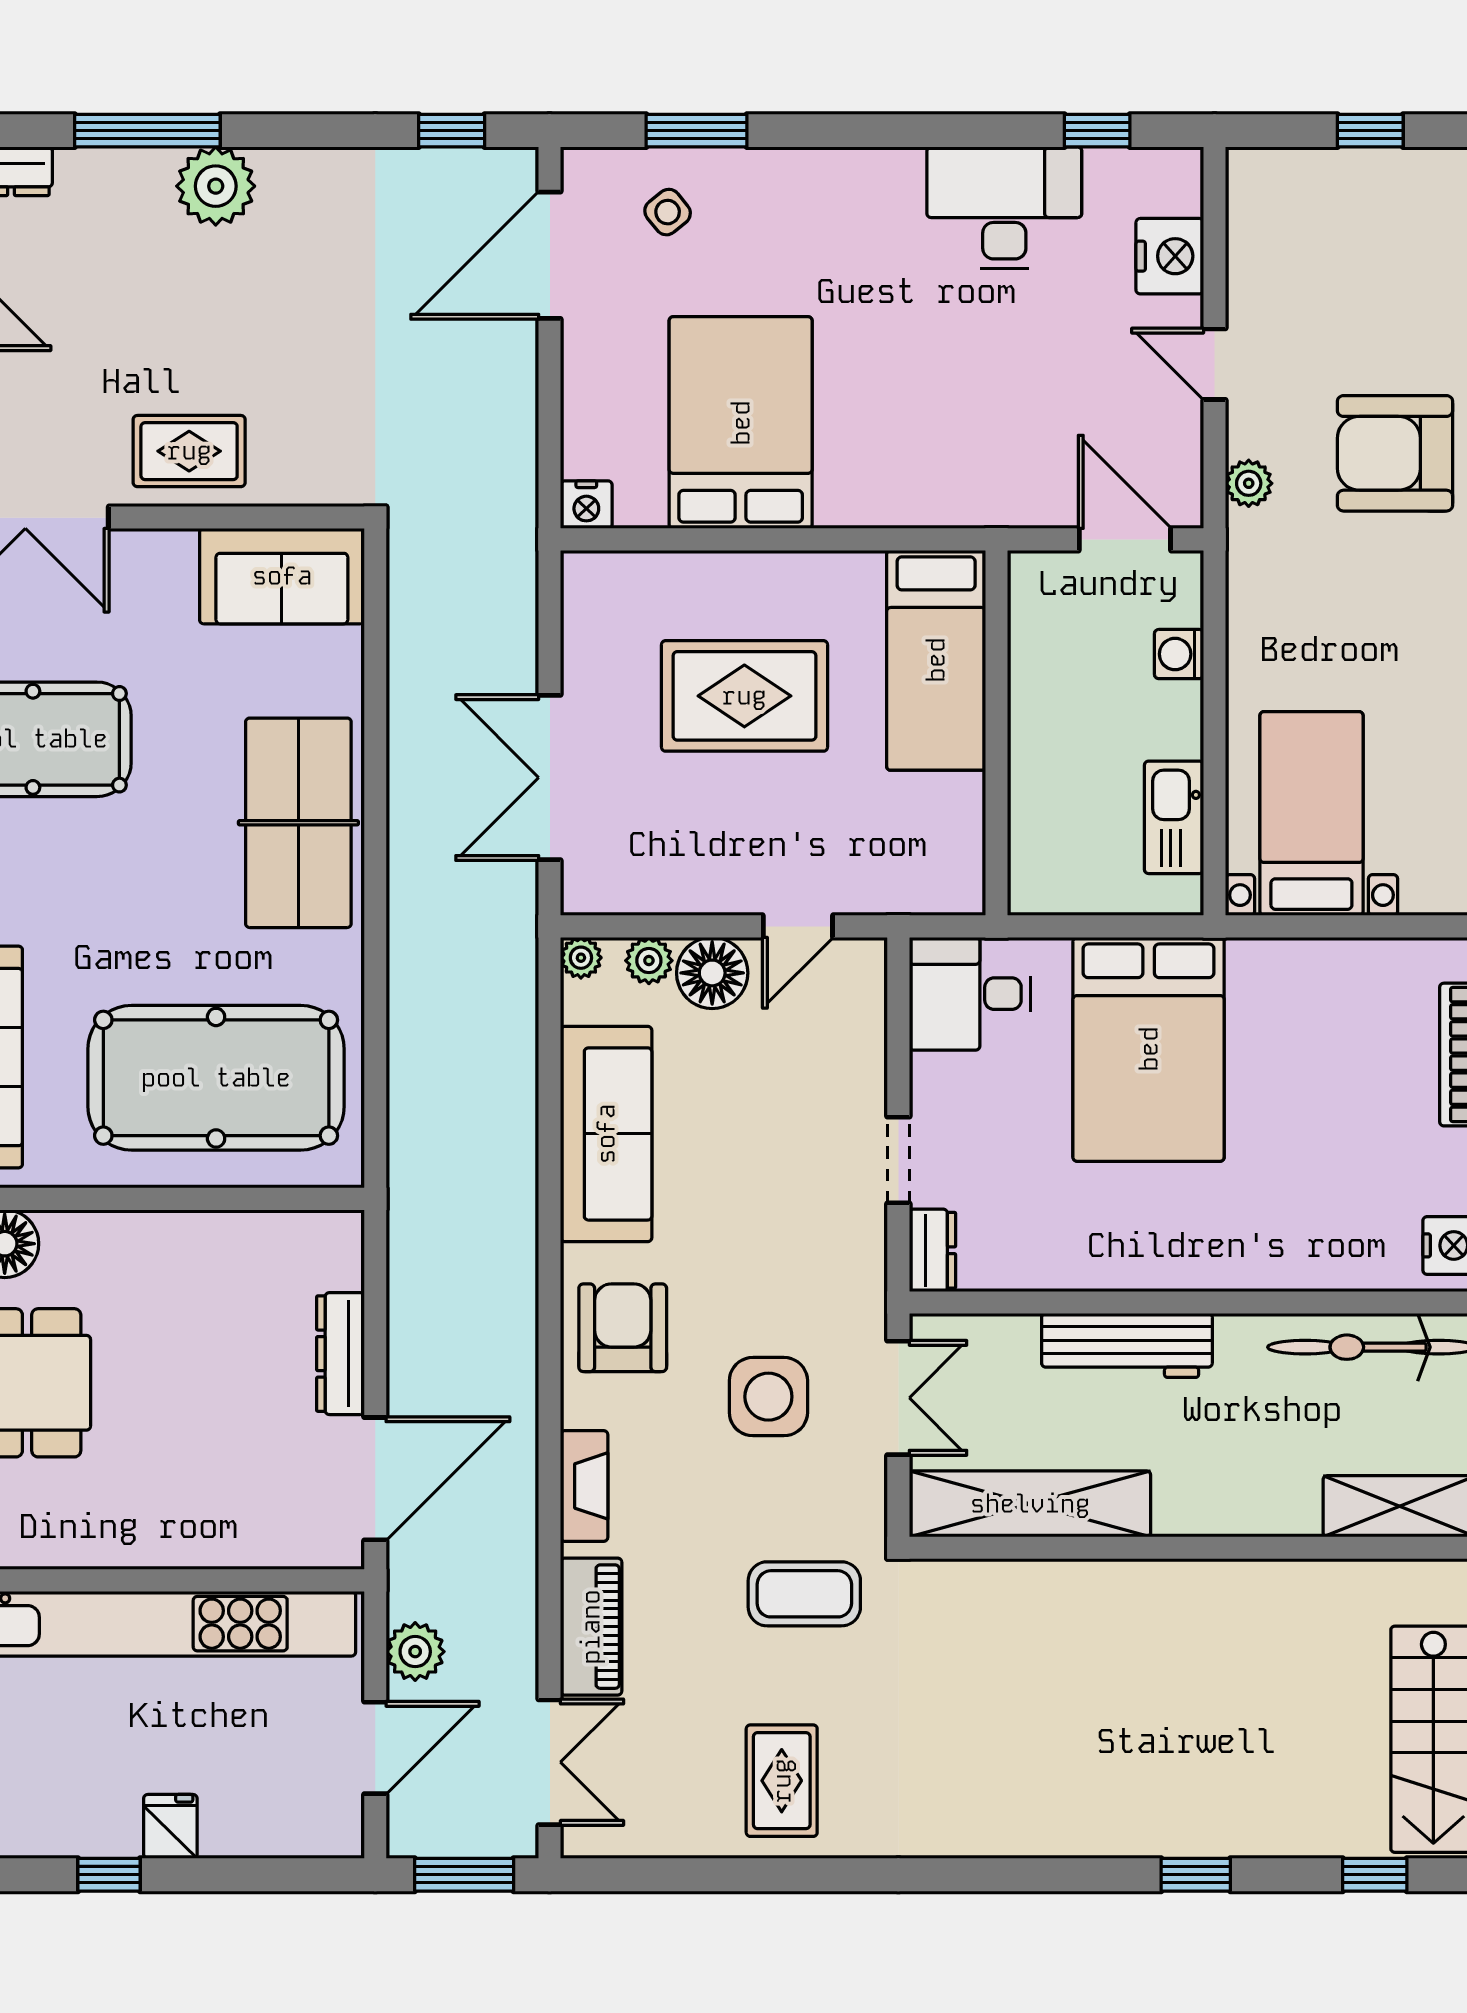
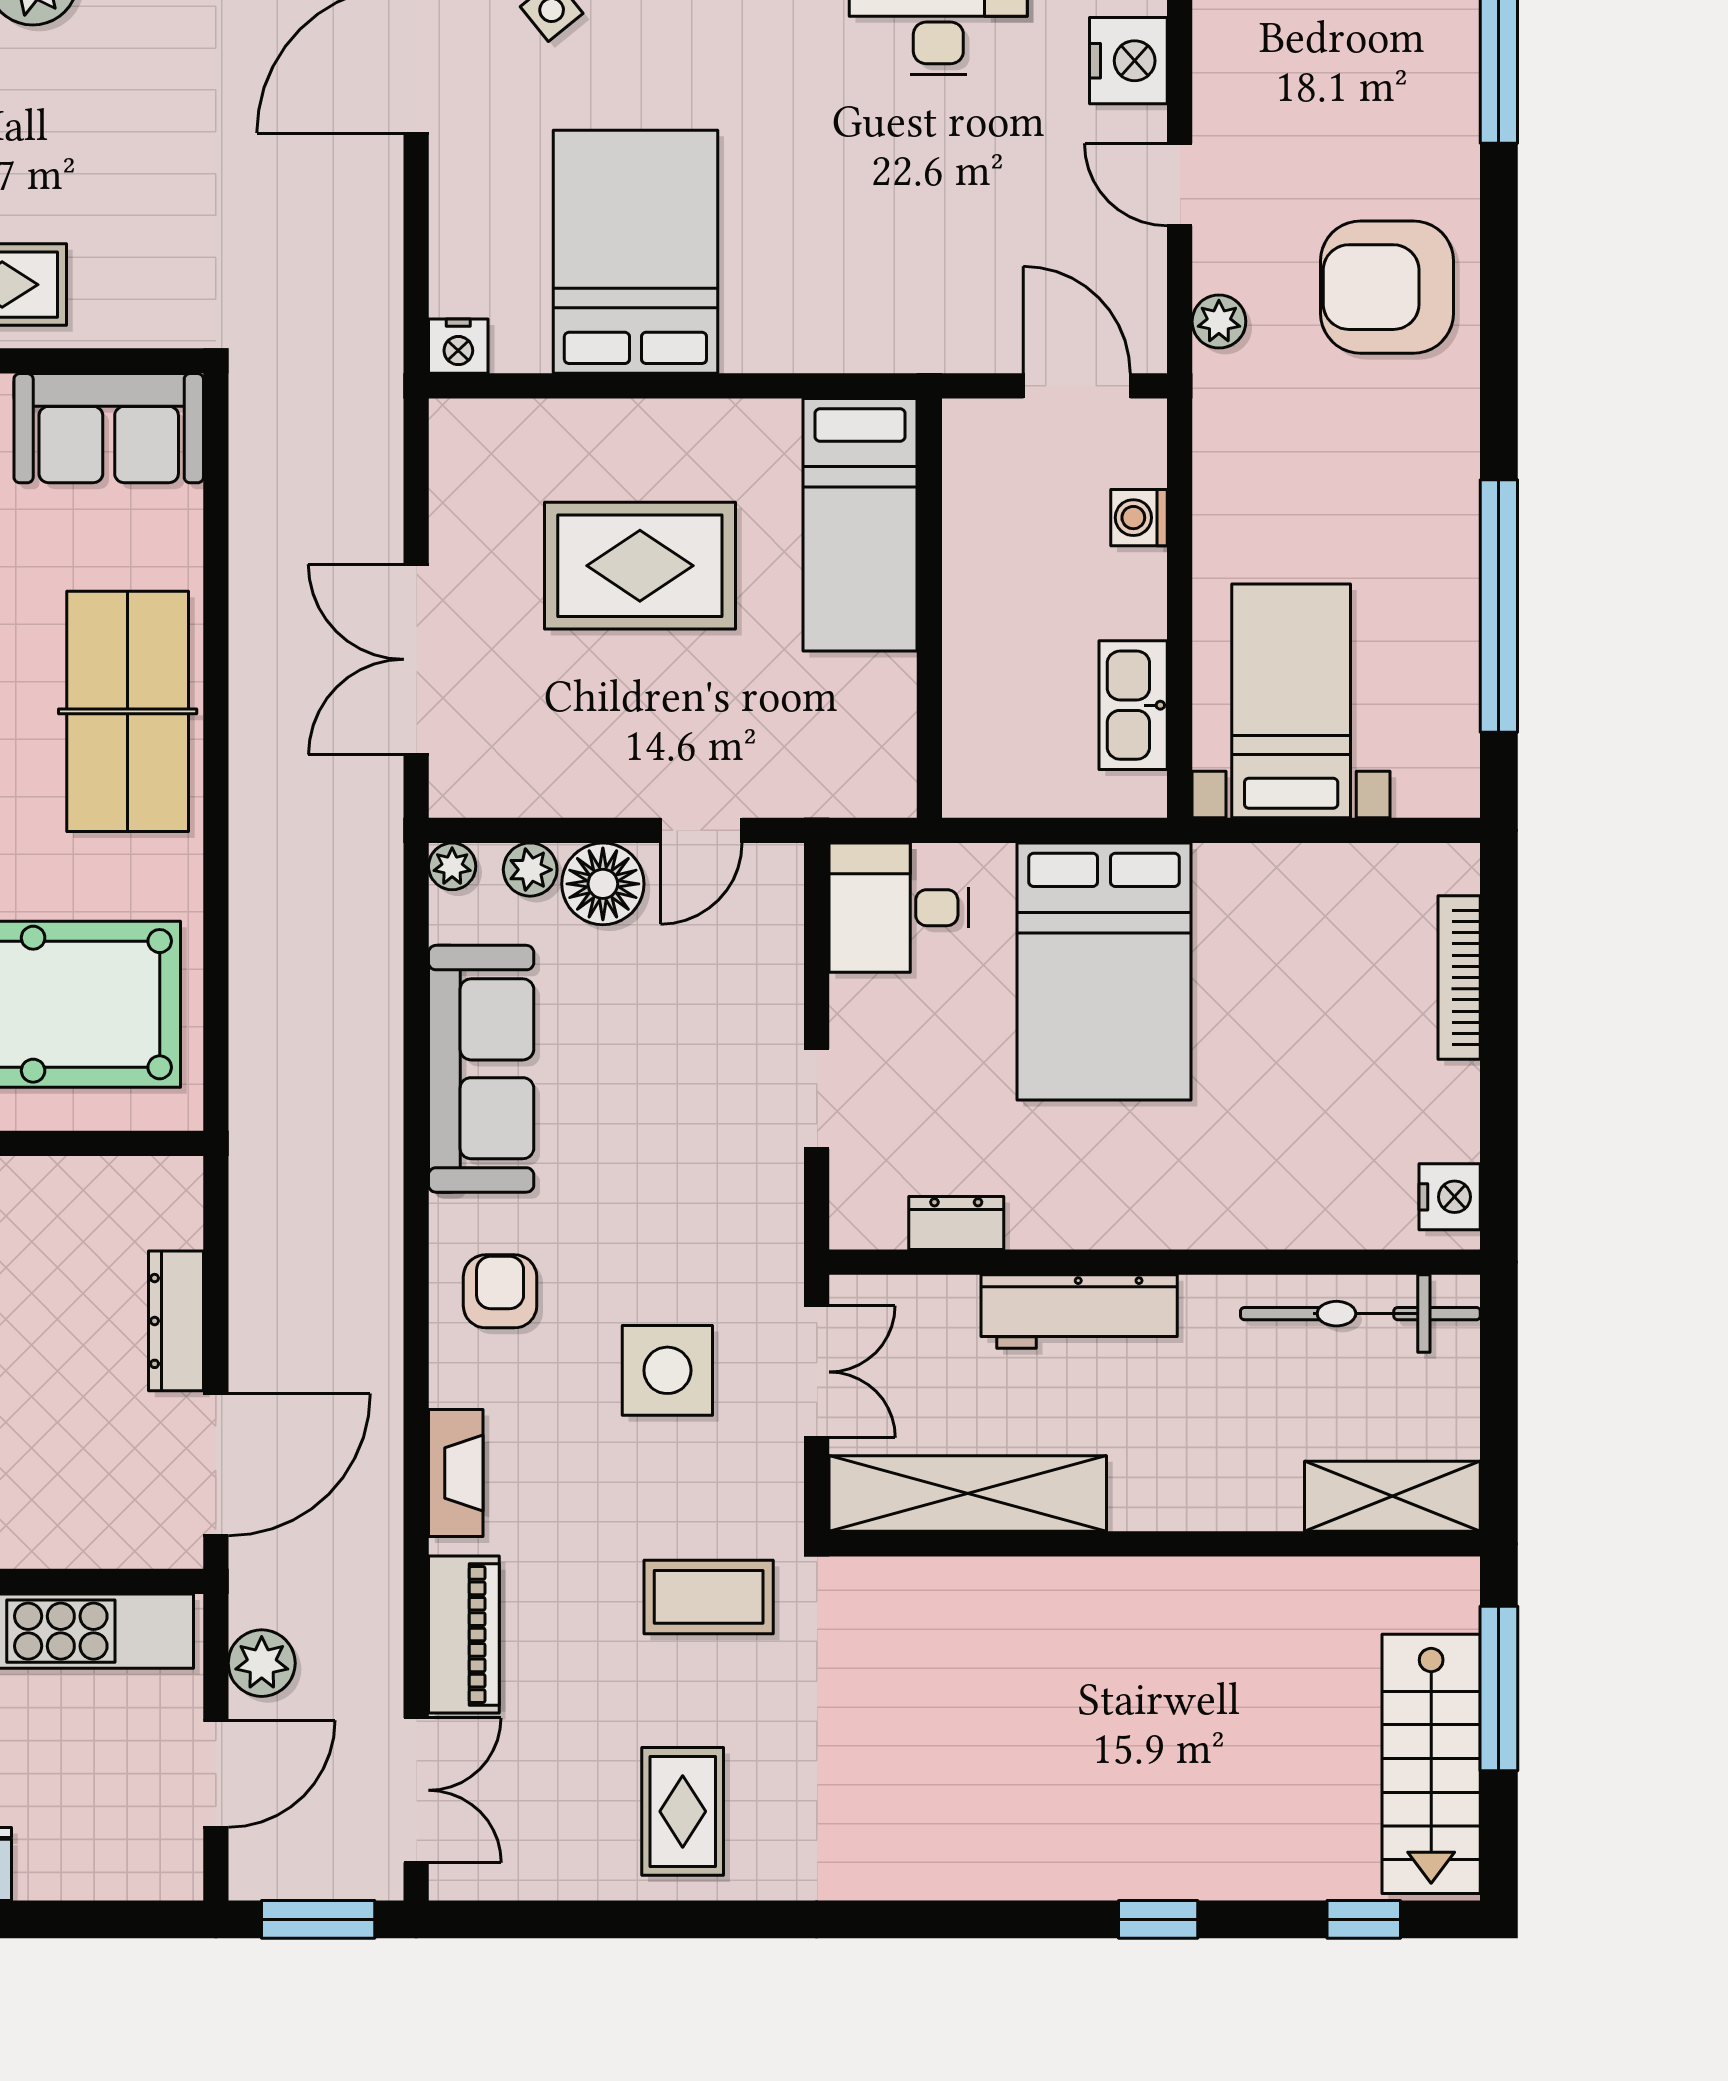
dresser: (932, 1250) -> (956, 1223), moved, turned -90
armchair: (623, 1328) -> (500, 1291), width x0.72, depth x0.72

